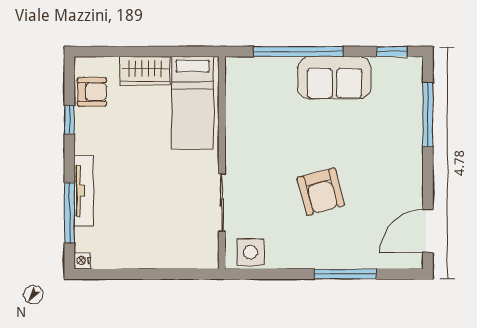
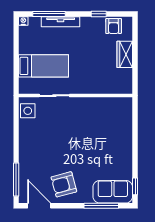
window: (298, 52) -> (135, 136), removed
sofa: (334, 78) -> (113, 192), moved, turned 90
bed: (193, 103) -> (44, 66), moved, turned 180
armchair: (321, 192) -> (64, 184), moved
window: (345, 274) -> (16, 179), moved

